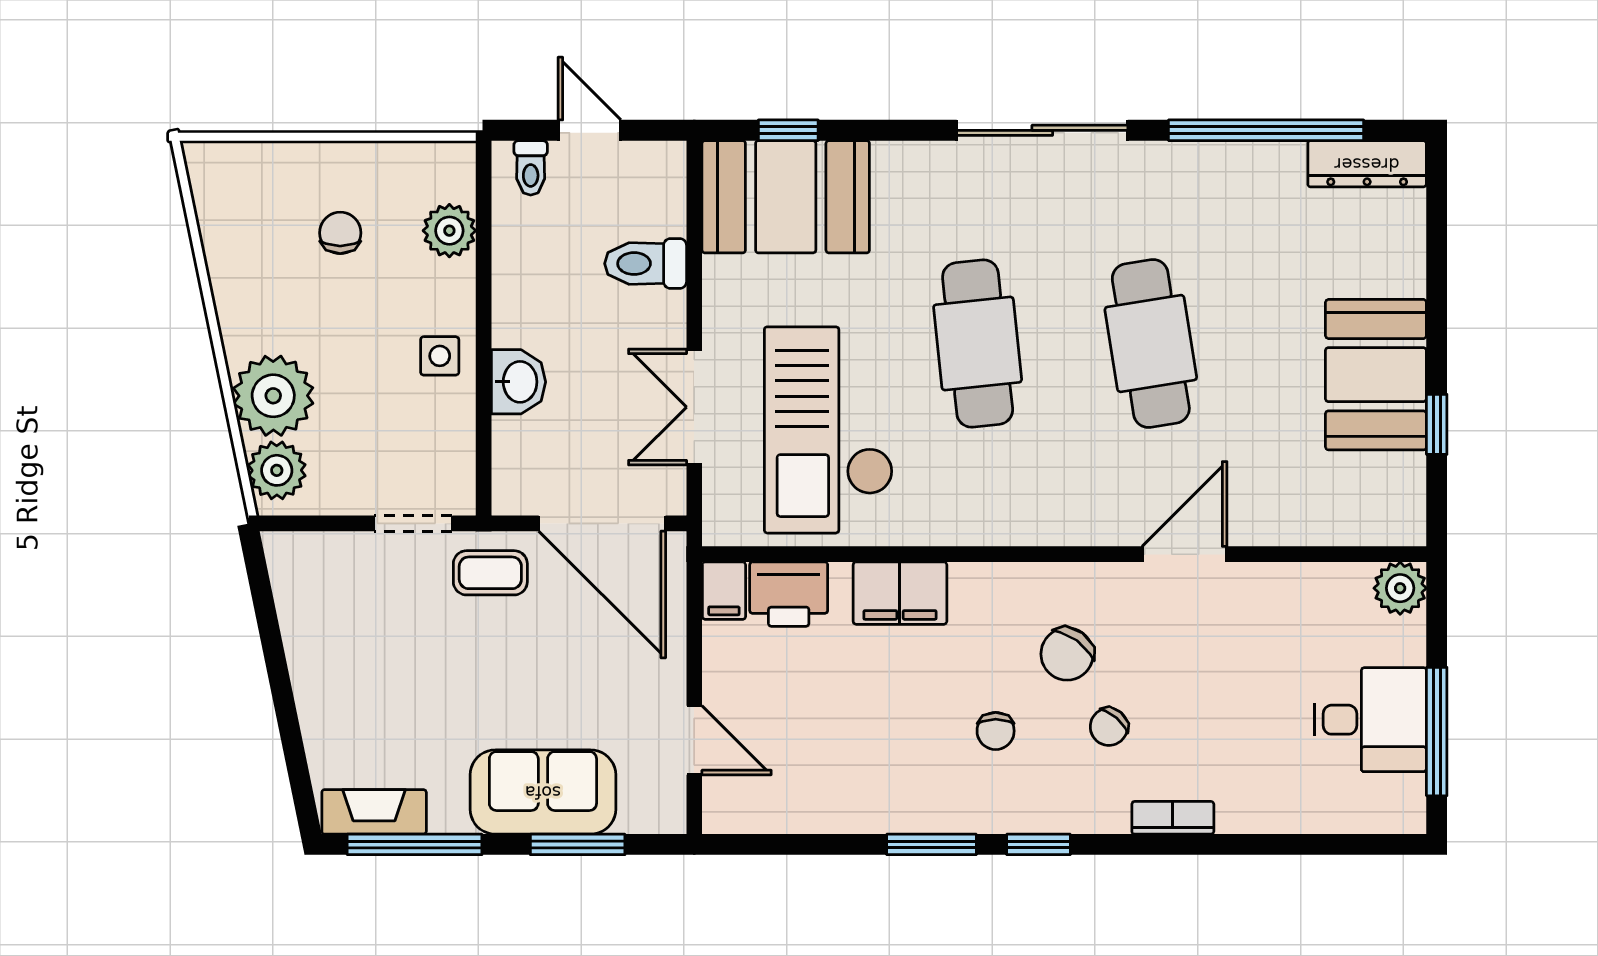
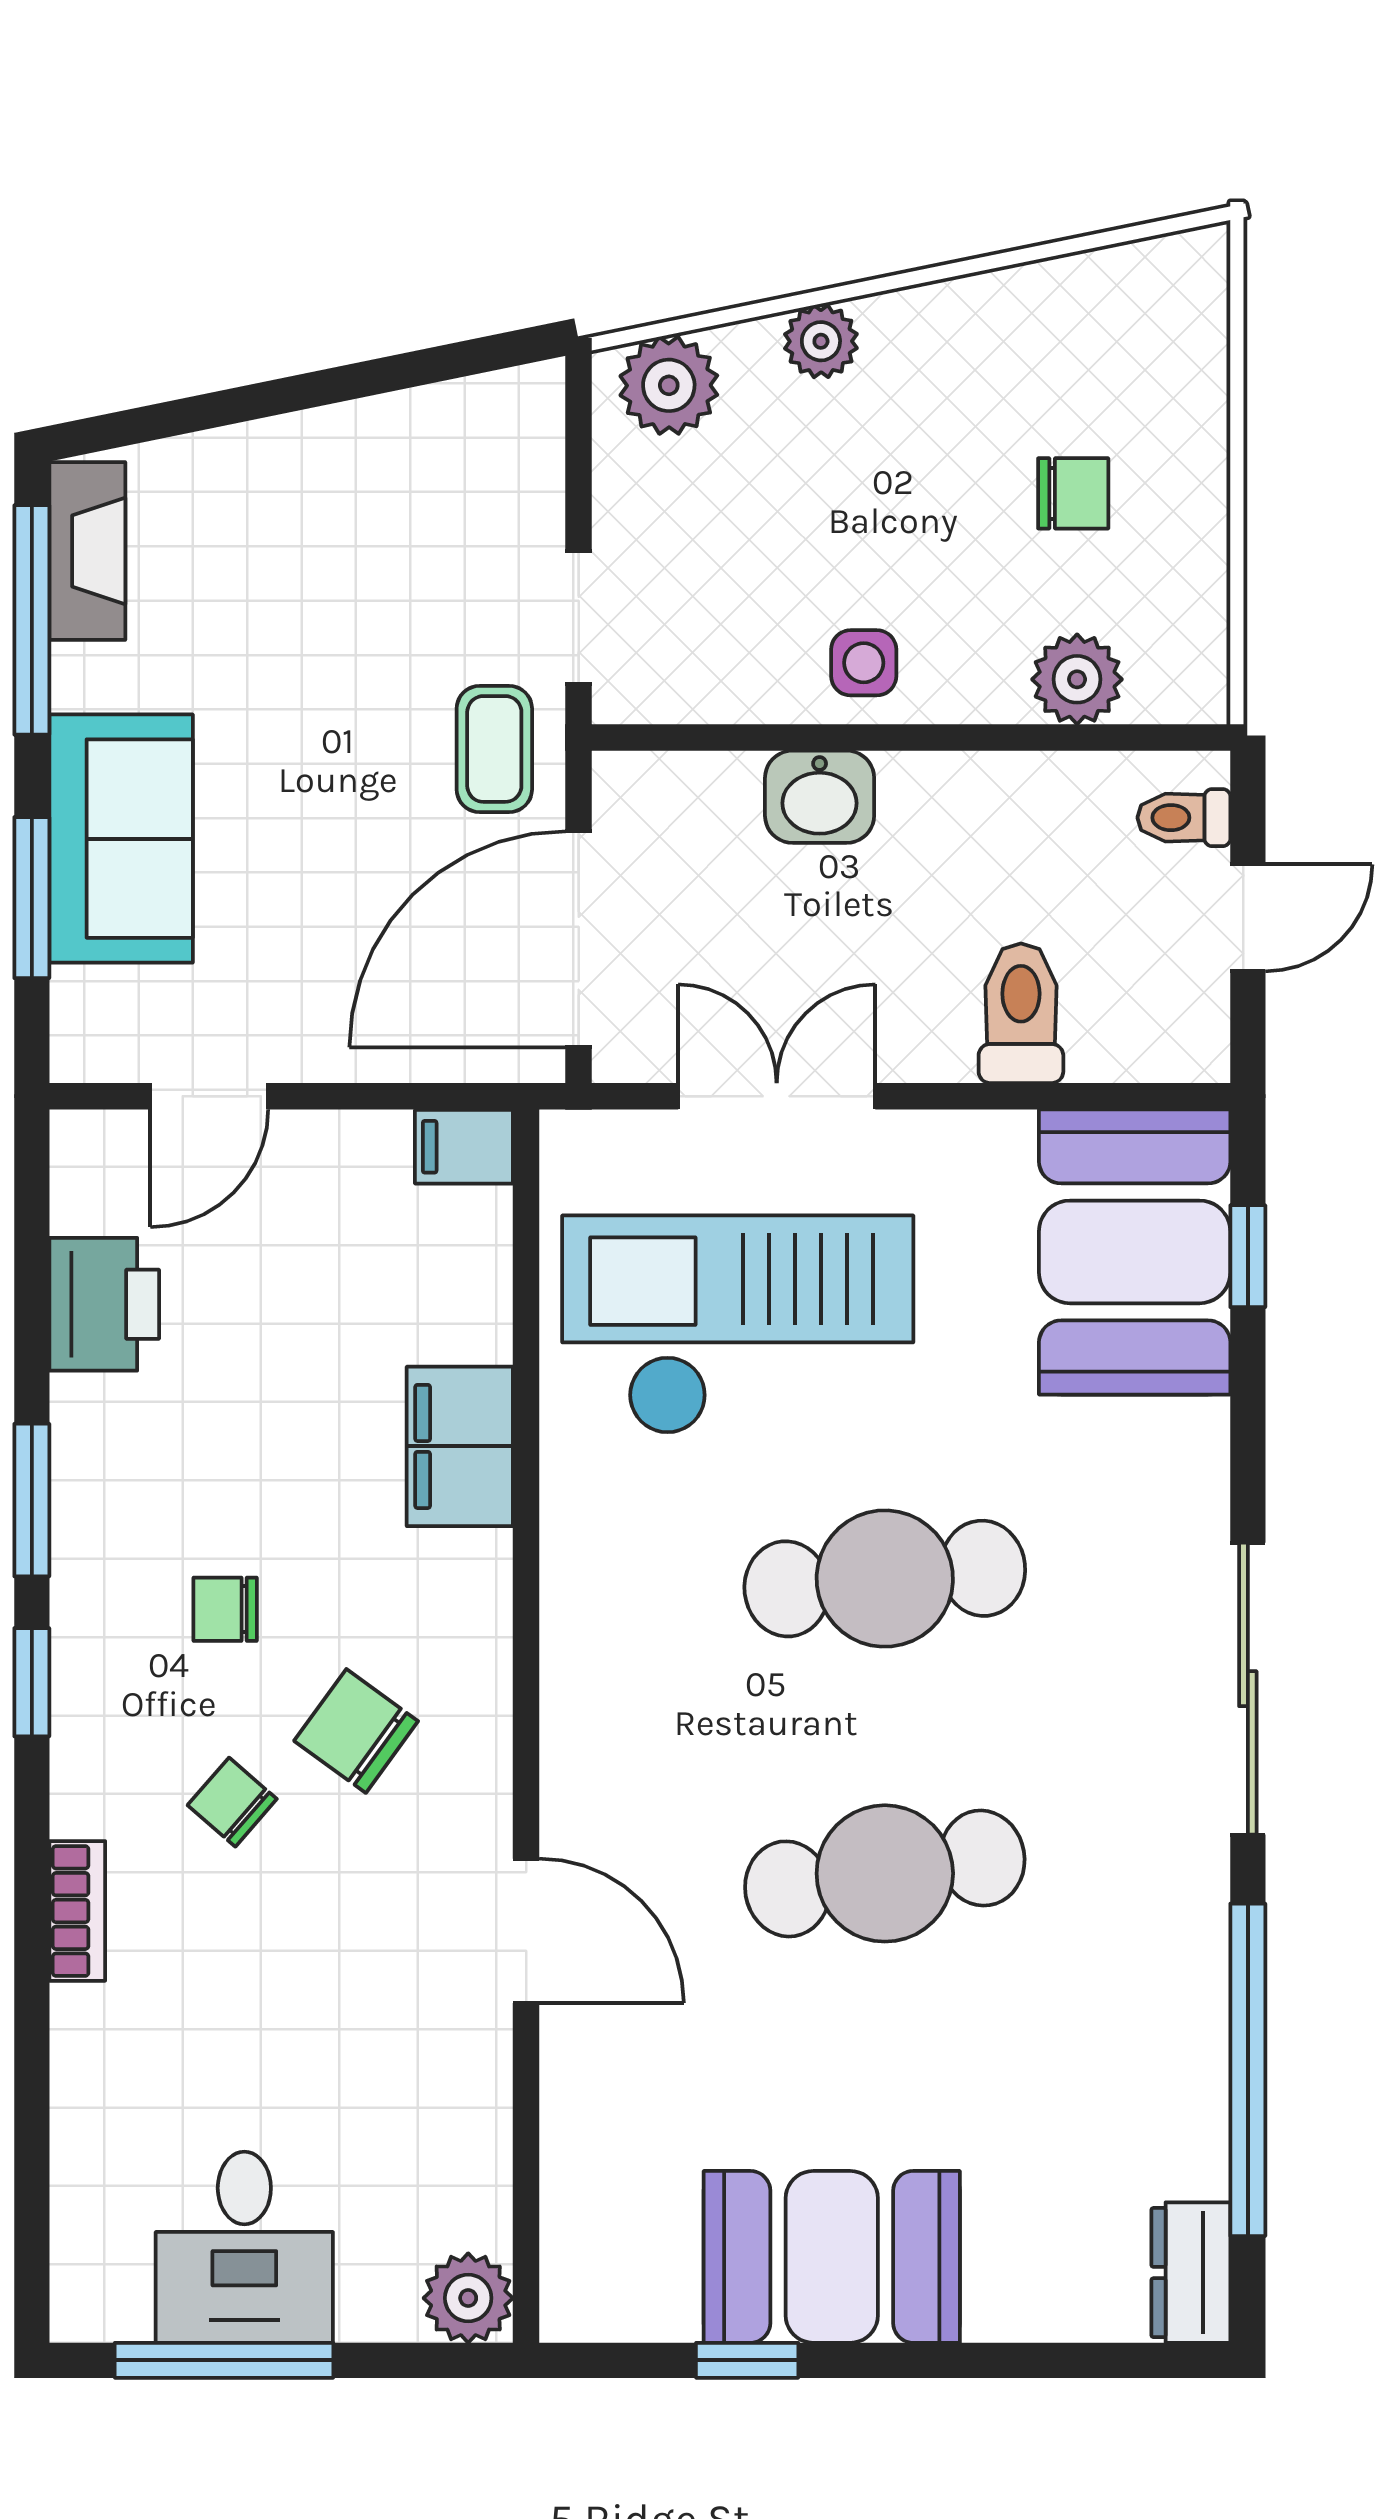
dresser: (1367, 164) -> (1191, 2273), width x0.70
plant: (273, 396) -> (821, 341), width x0.53, depth x0.53
printer: (789, 594) -> (104, 1304), moved, turned 180

